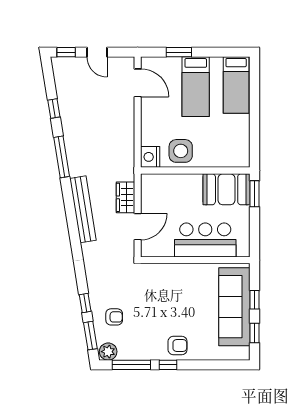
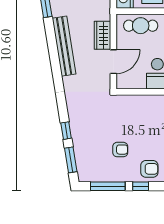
cafe table: (168, 187) -> (141, 26), added
armchair: (114, 317) -> (120, 150), moved
plant: (108, 352) -> (87, 174), removed

